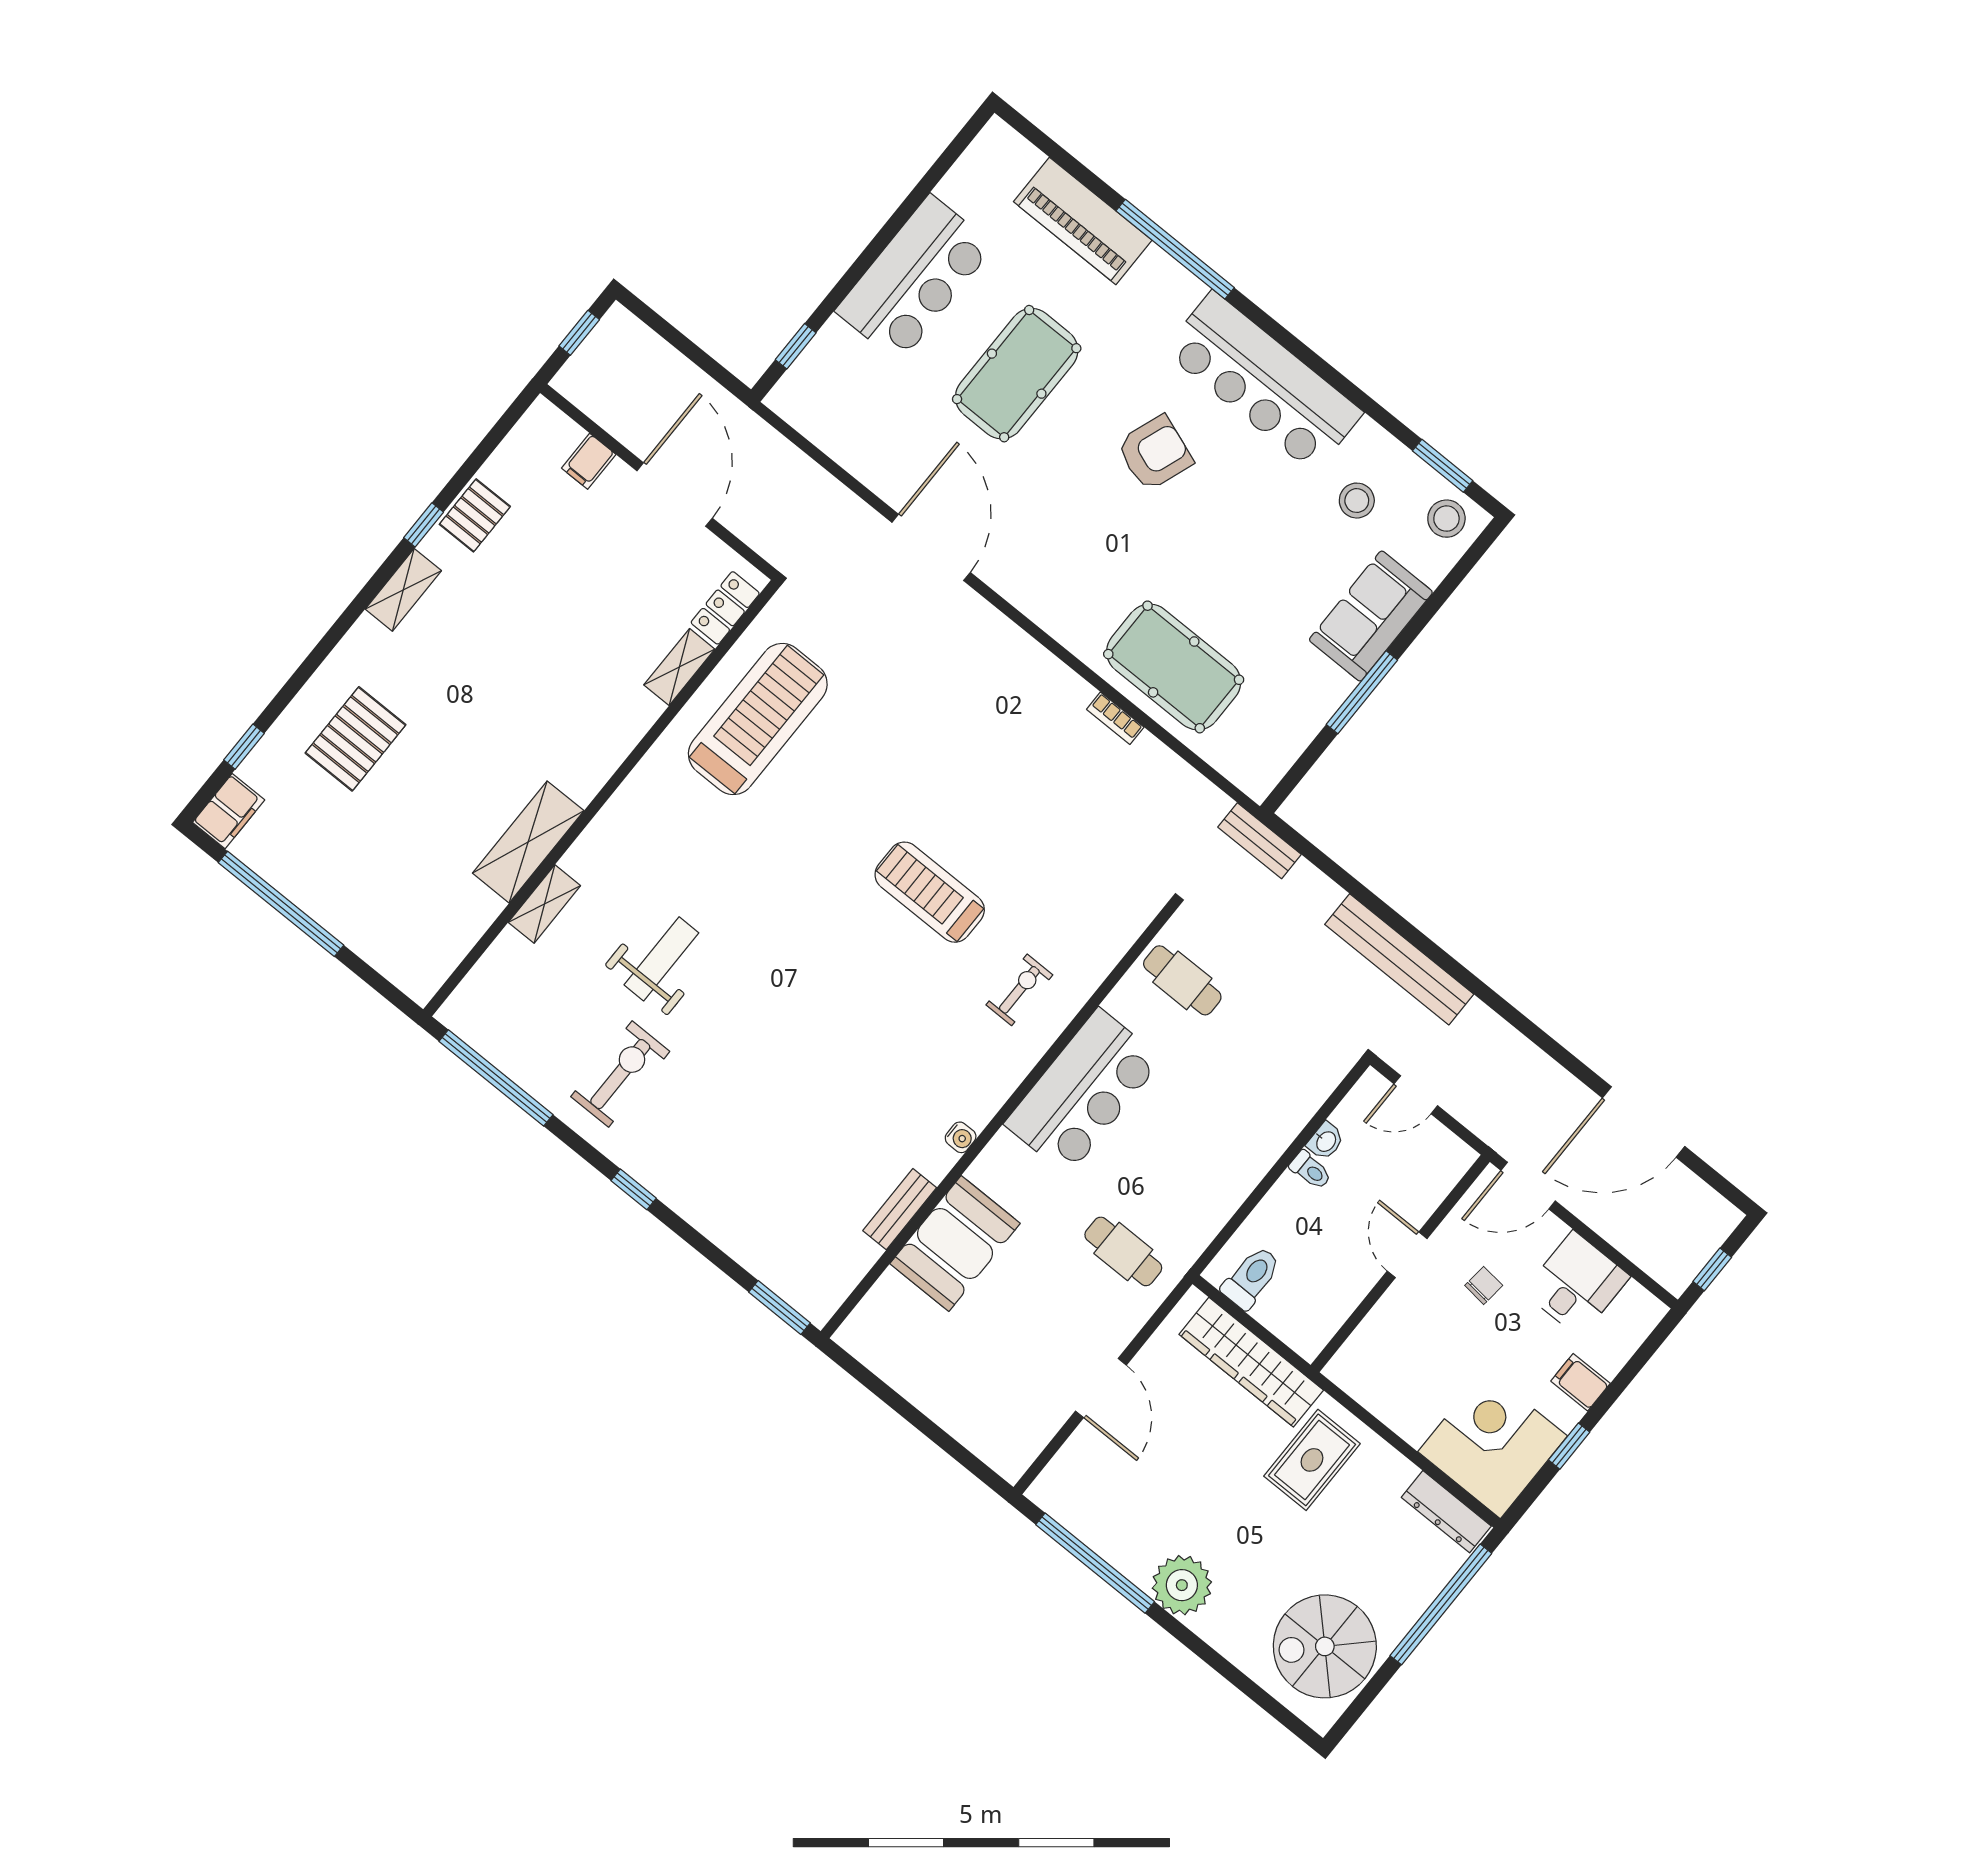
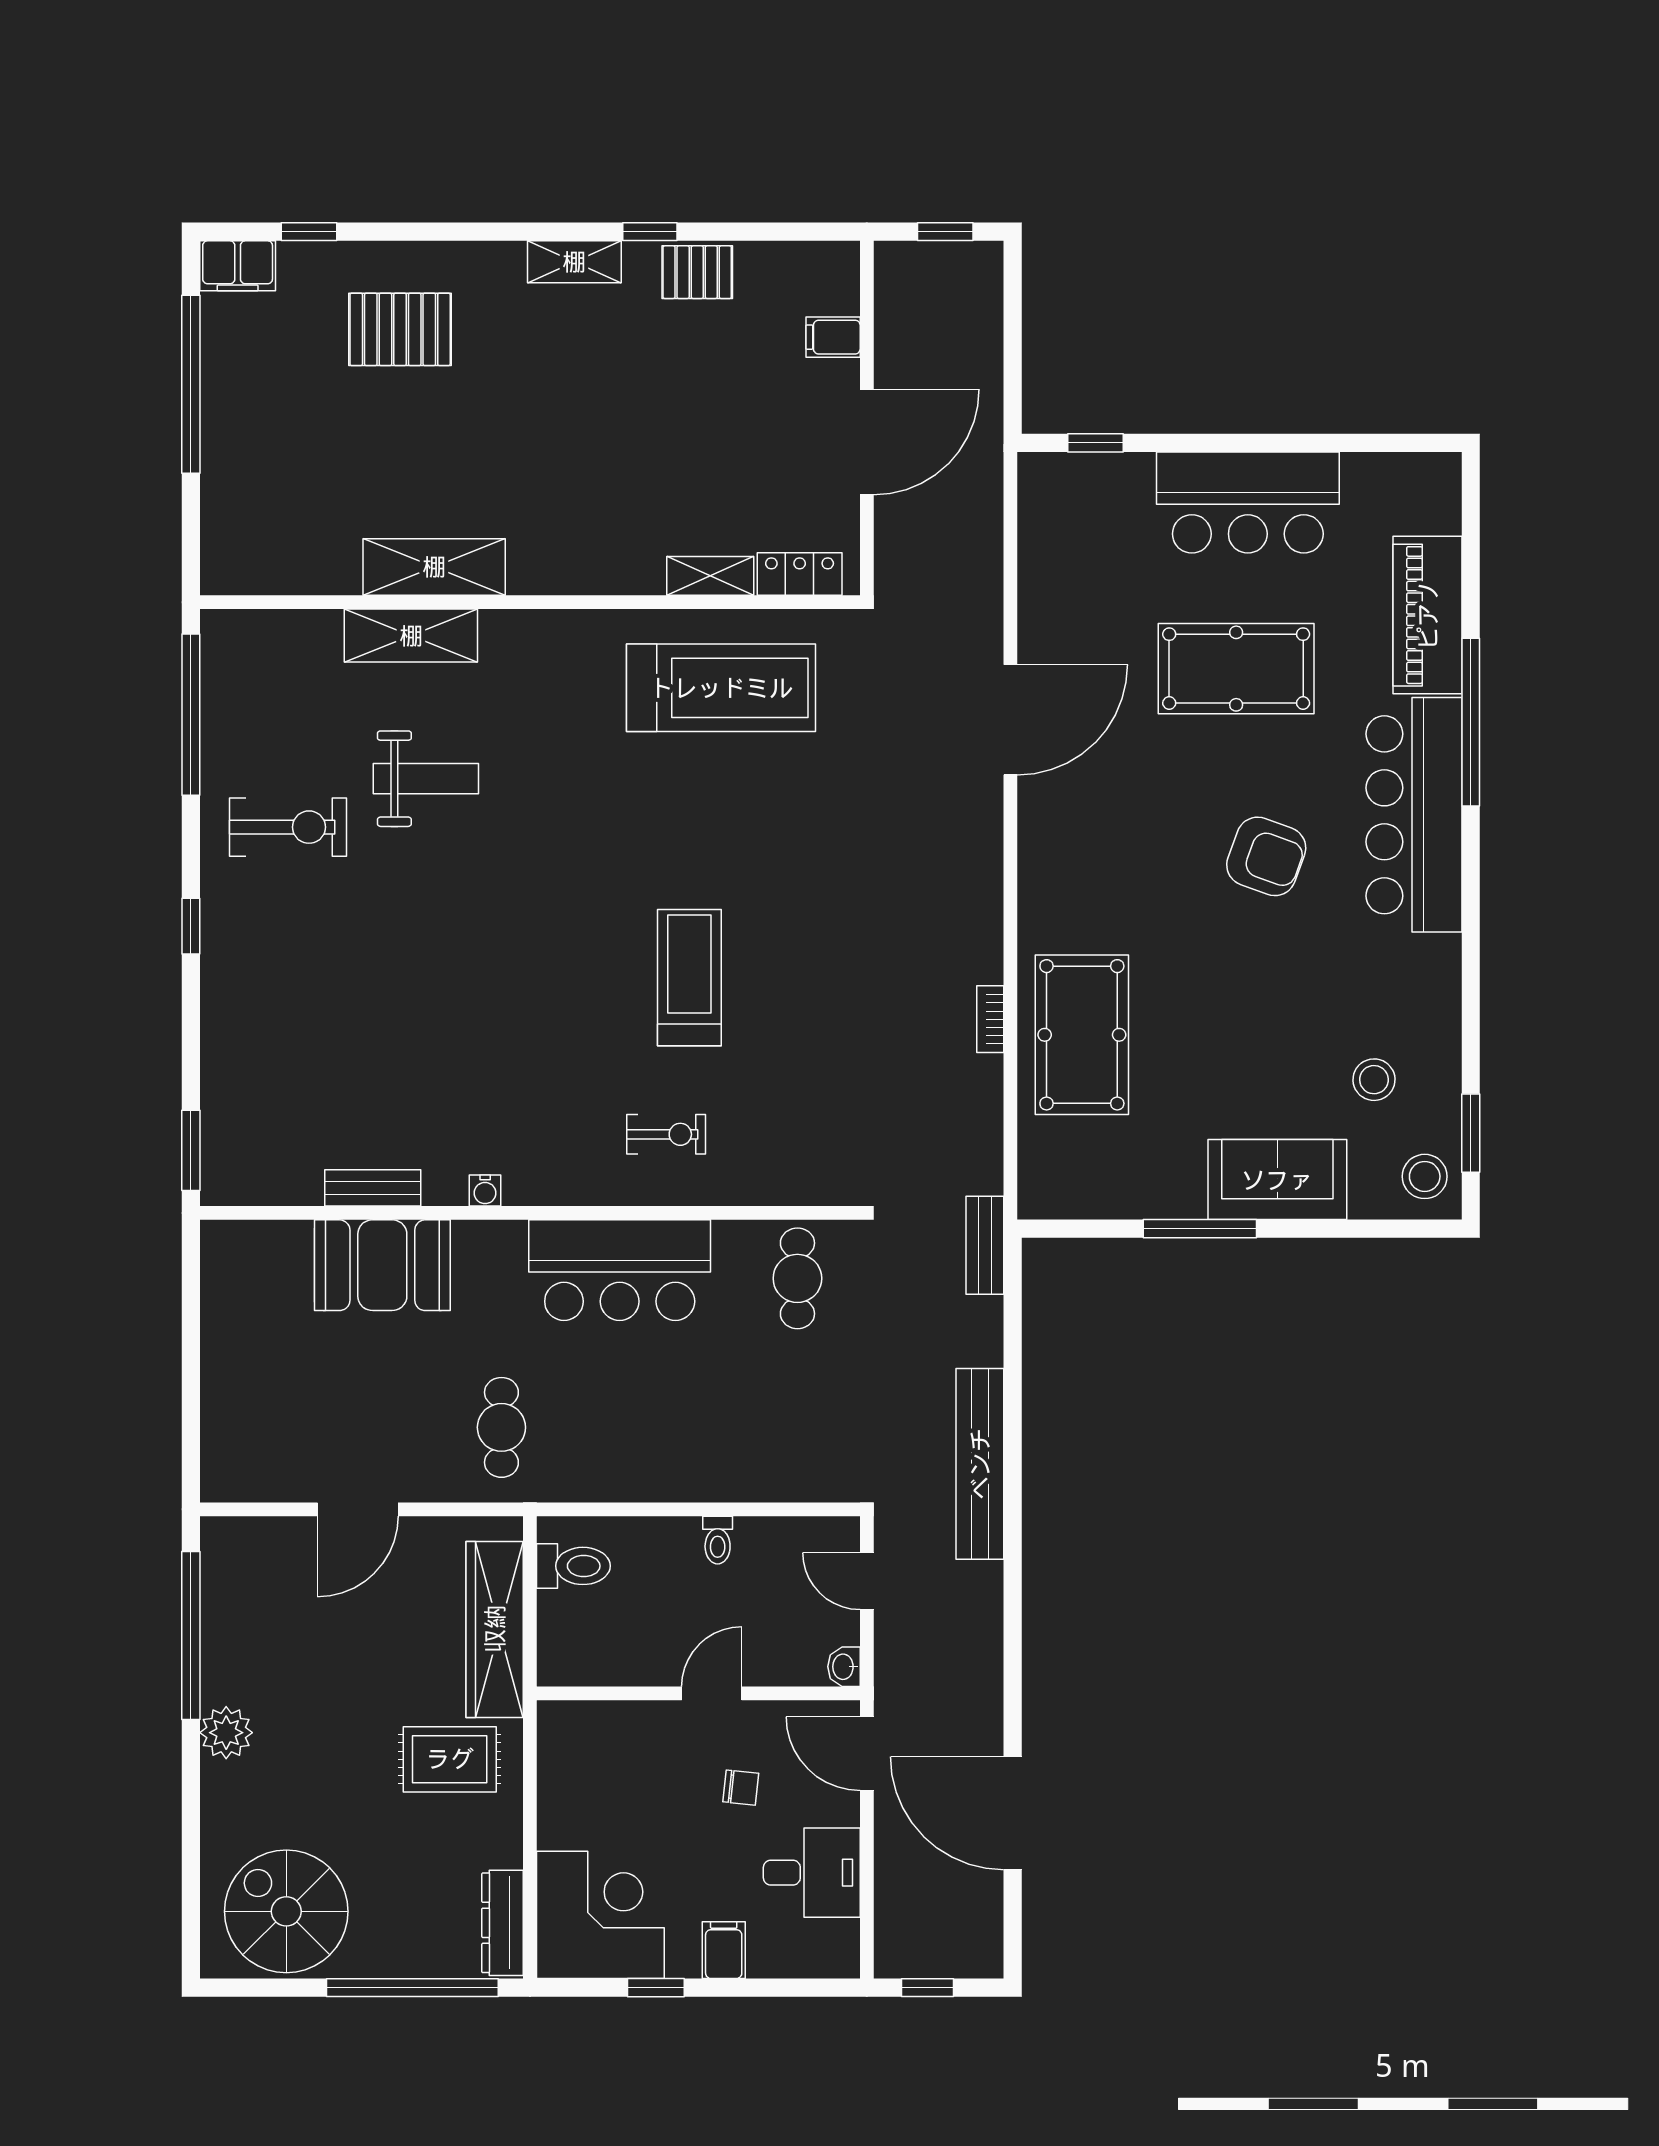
bar counter: (1263, 382) -> (1414, 815), moved
shelving: (544, 904) -> (411, 636), width x1.50, depth x1.33
washbasin: (1326, 1141) -> (844, 1667), moved, turned 90
plant: (1182, 1585) -> (226, 1733), width x0.73, depth x0.73

